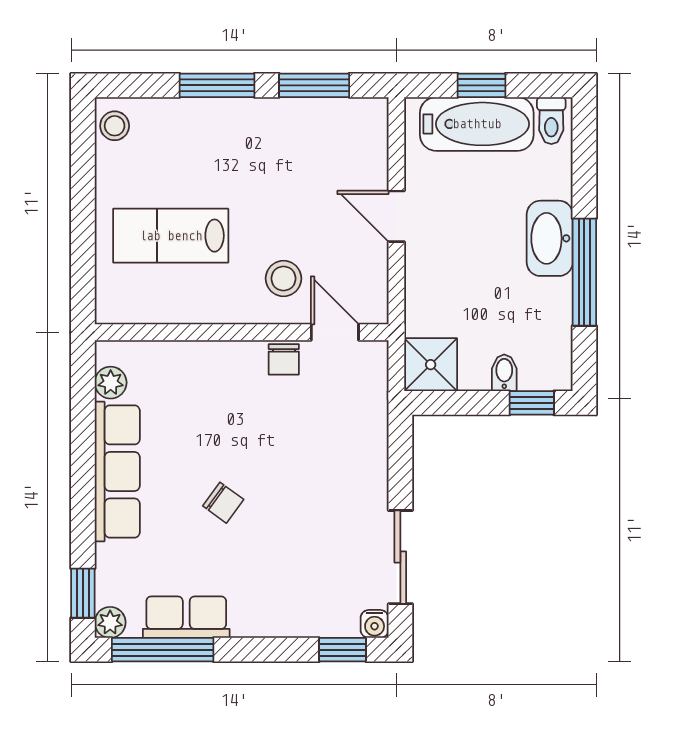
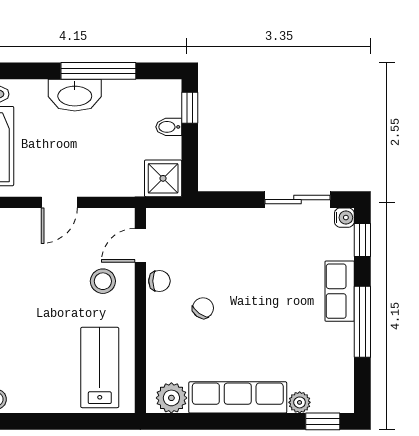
lab bench: (171, 236) -> (100, 367), moved, turned 180
plant: (111, 383) -> (171, 398), width x1.38, depth x1.38
chair: (223, 503) -> (203, 308), moved
row of seats: (186, 617) -> (340, 291), moved
plant: (110, 622) -> (300, 402), moved
window: (163, 650) -> (362, 322), moved

